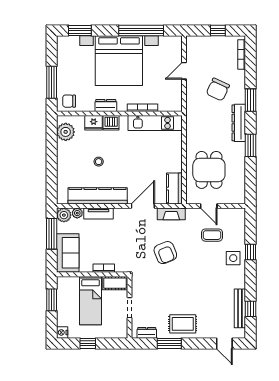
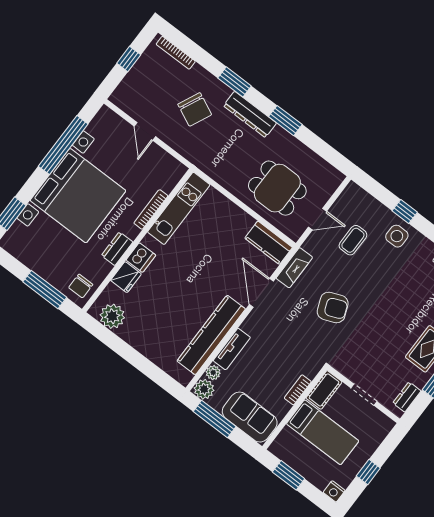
stool: (99, 162) -> (174, 305), removed

